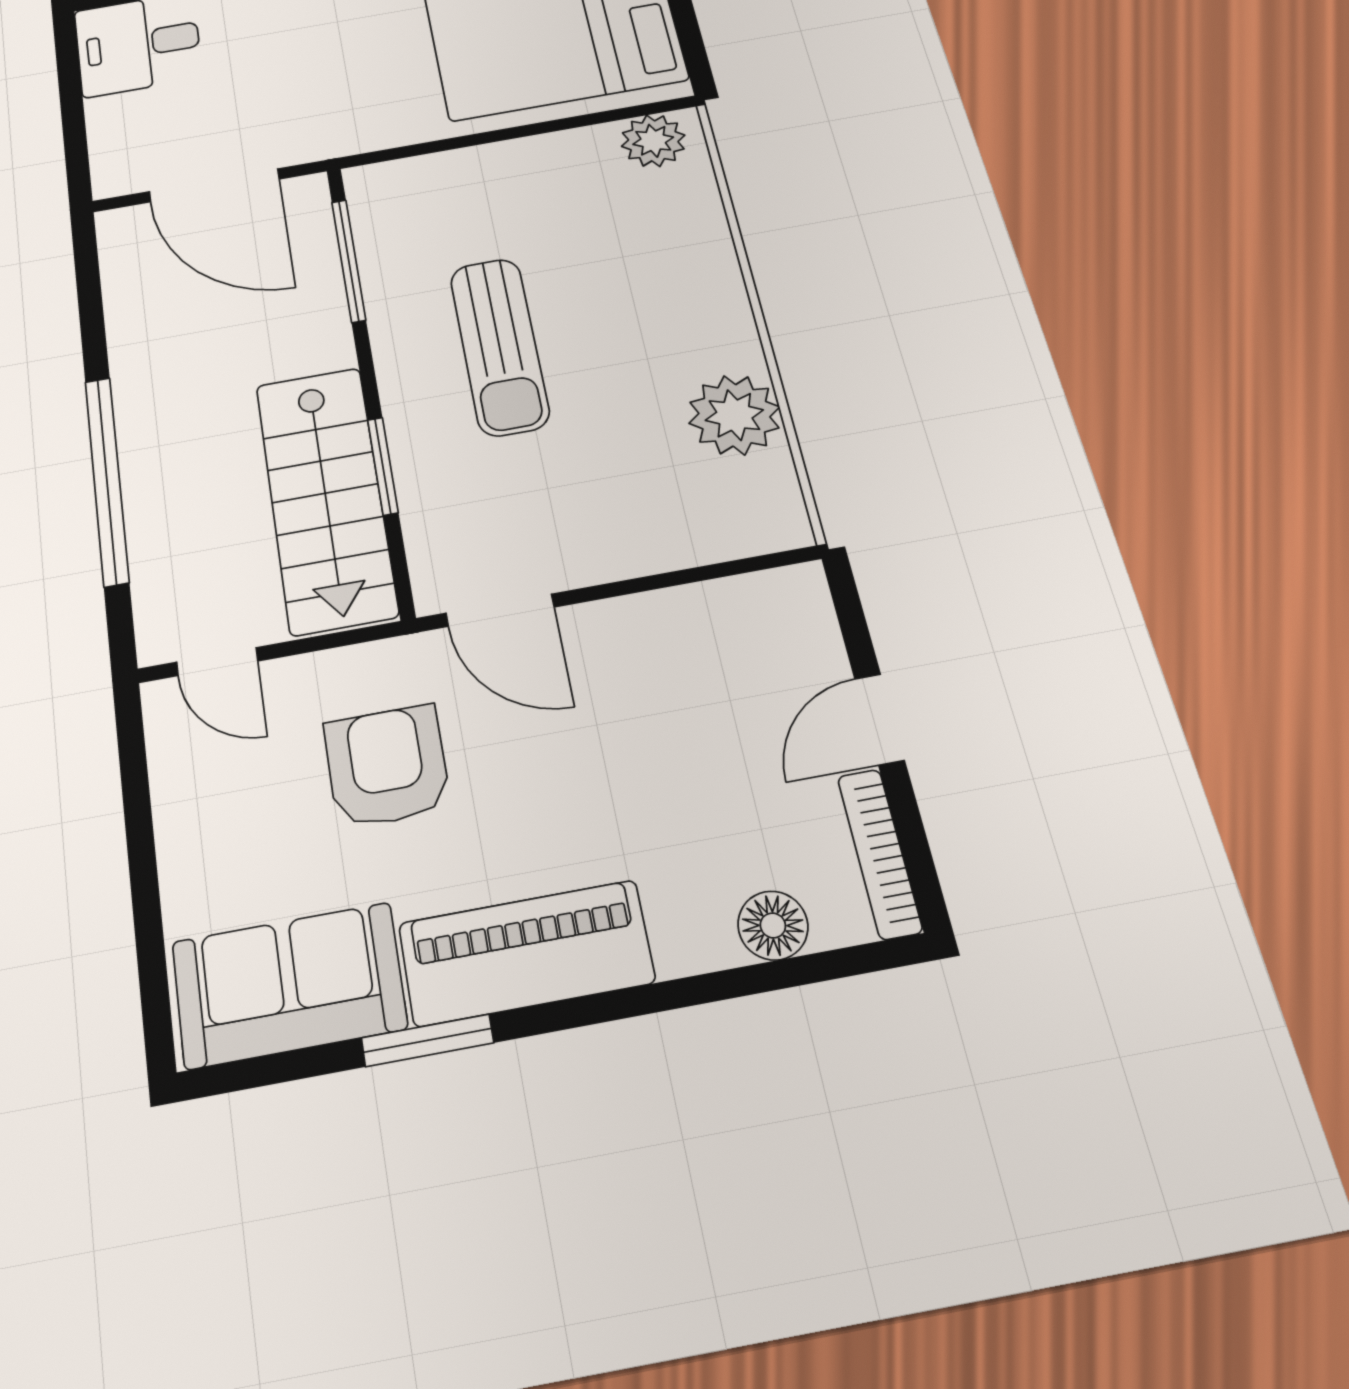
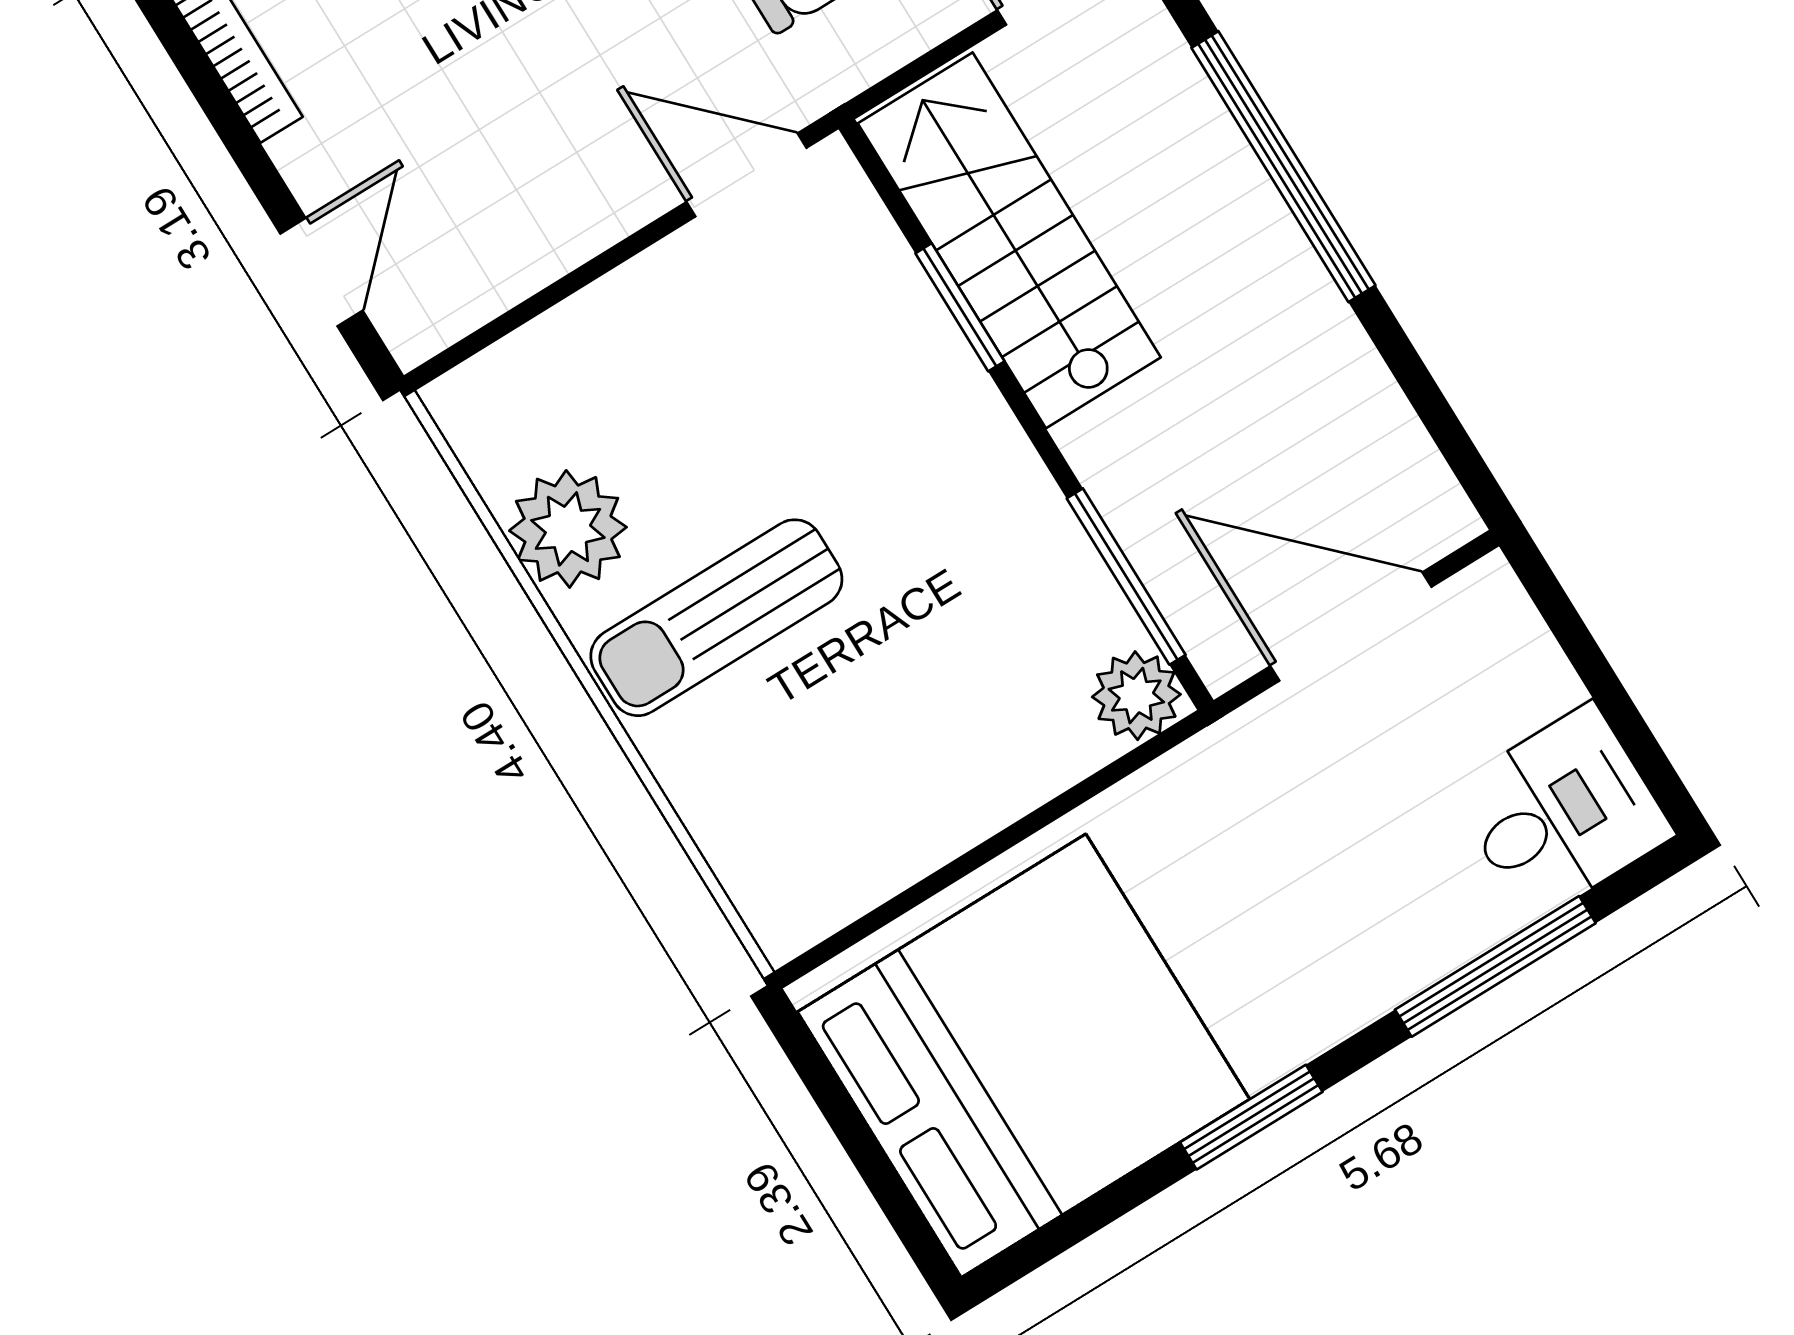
plant: (653, 141) -> (1136, 696), moved
sun lounger: (499, 346) -> (716, 618), moved, turned -90
door: (879, 719) -> (322, 272), moved

